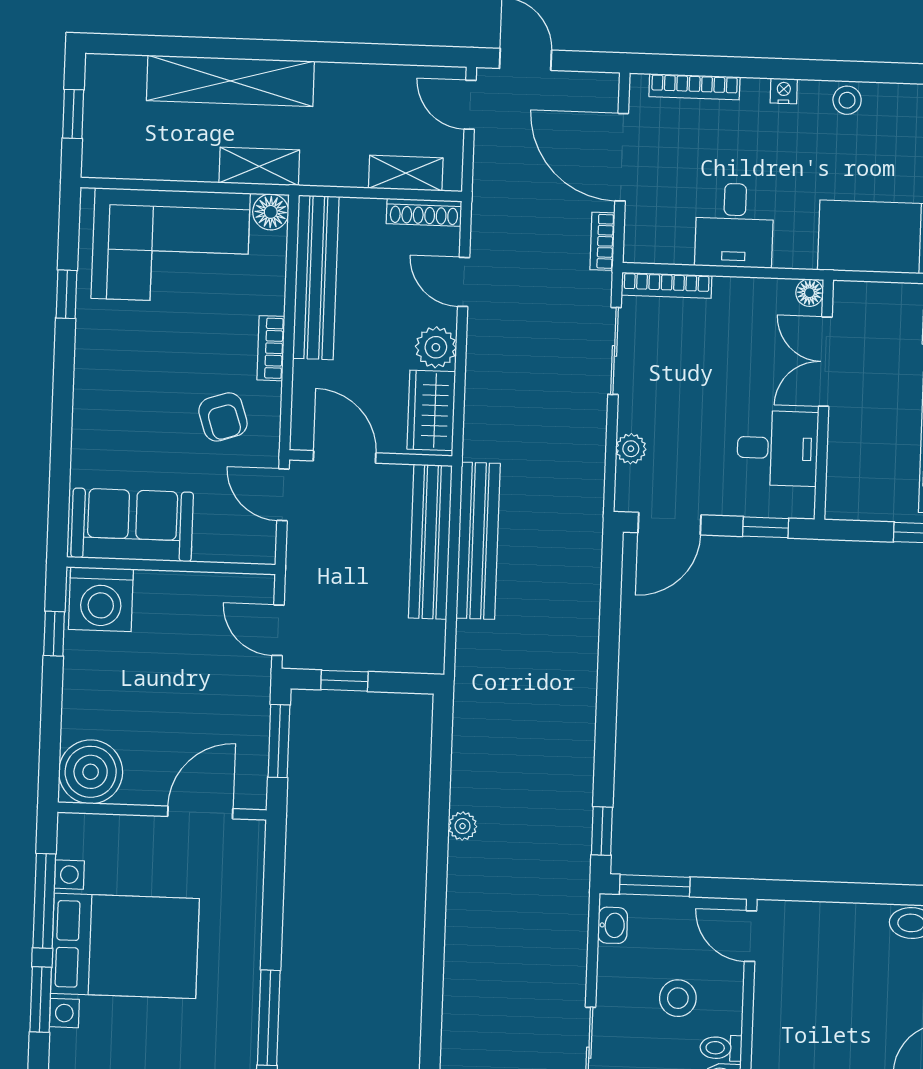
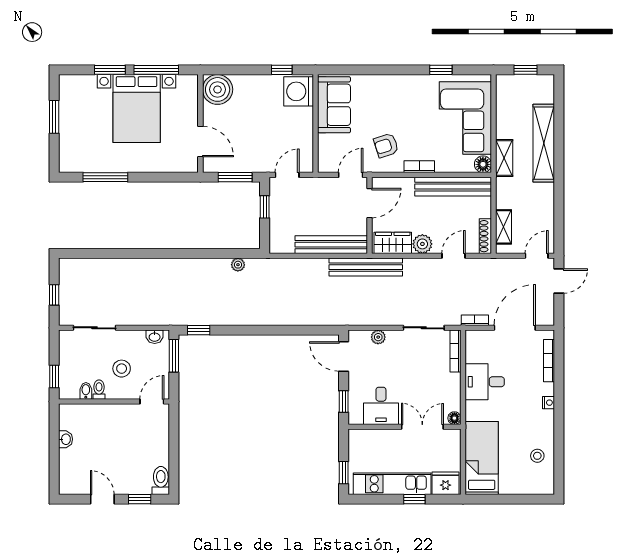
stool: (847, 100) -> (537, 456), moved
bench: (478, 541) -> (366, 267), moved
plant: (463, 826) -> (238, 265), moved

